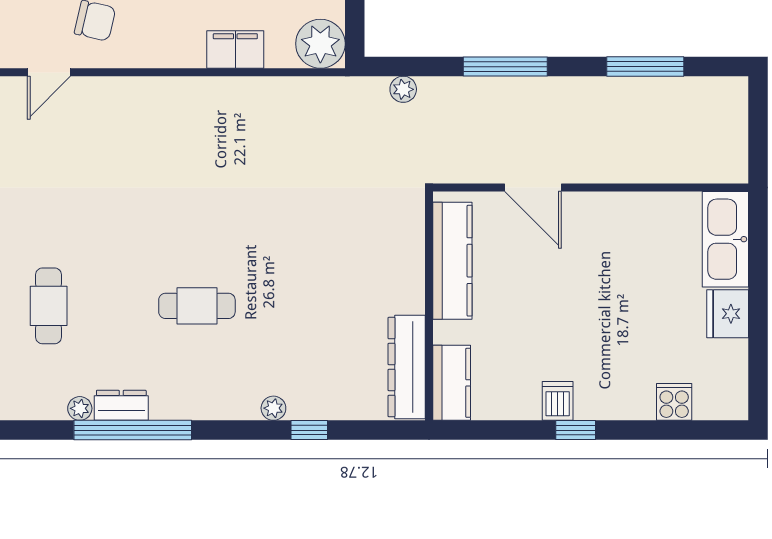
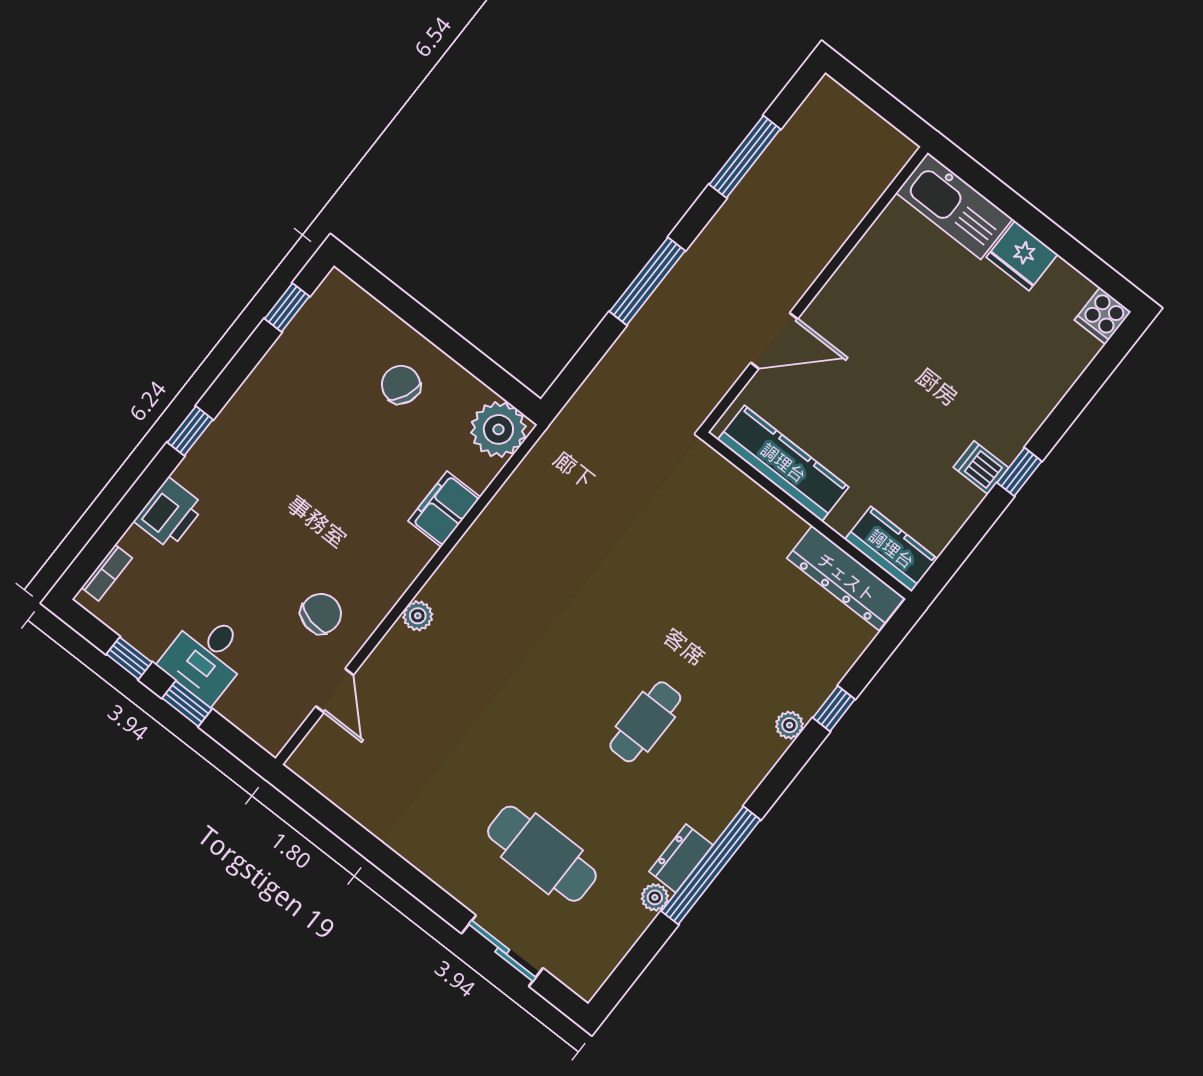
plant: (403, 89) -> (418, 616), moved
cafe table: (49, 306) -> (542, 854), width x1.37, depth x1.35
cooker: (674, 402) -> (1103, 316), moved, turned -90

